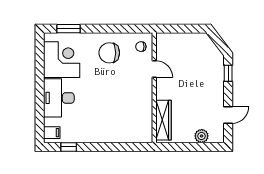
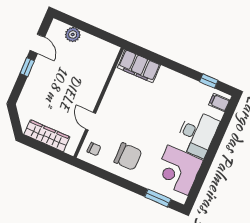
window: (228, 73) -> (27, 67), moved
door: (228, 115) -> (37, 44), swing flipped
wardrobe: (163, 120) -> (47, 136), moved, turned 90
filing cabinet: (134, 134) -> (139, 66), added

